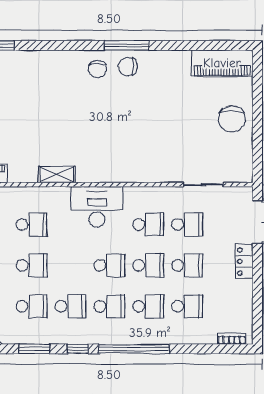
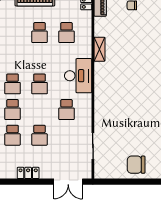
school desk: (187, 225) -> (67, 135), removed
locker: (244, 261) -> (28, 173), moved
school desk: (148, 265) -> (40, 110), removed
school desk: (32, 306) -> (13, 33), removed
school desk: (70, 306) -> (13, 58), removed

